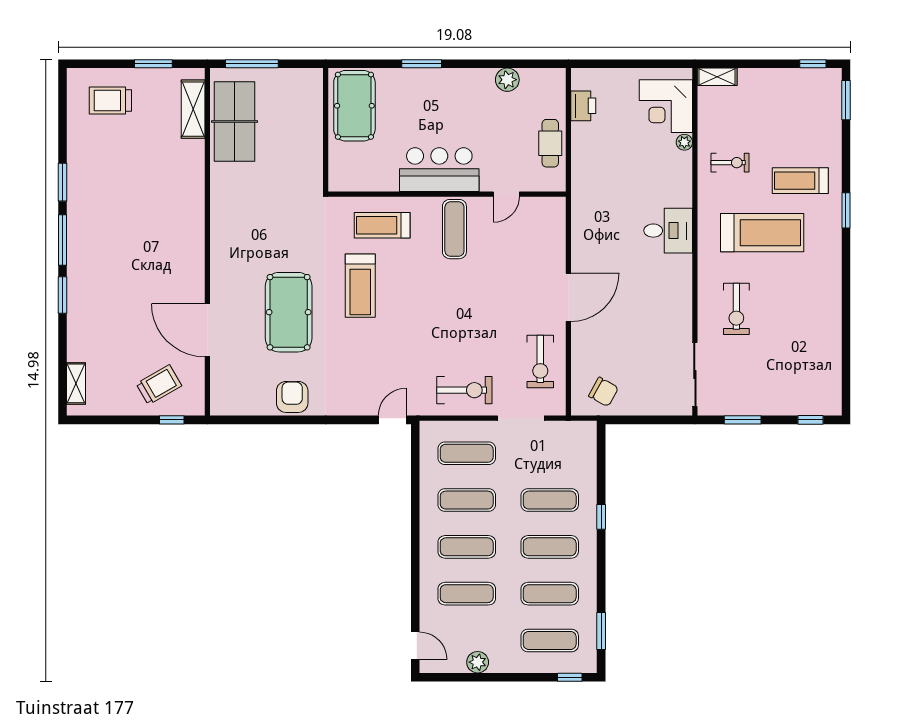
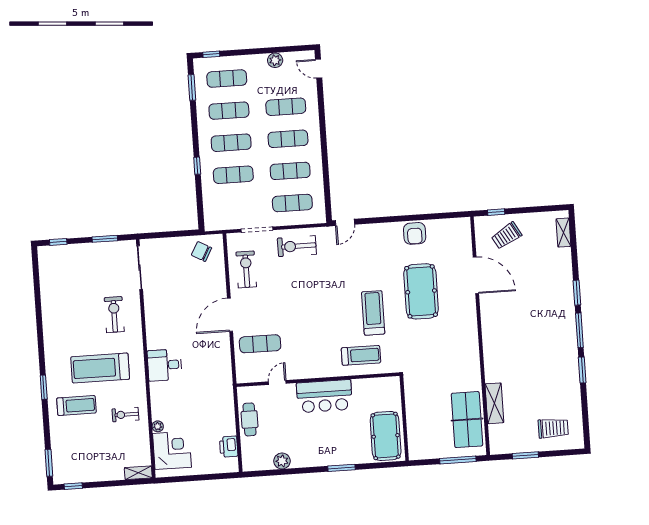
shelving: (193, 109) -> (494, 403), moved
exercise mat: (454, 229) -> (260, 344), moved, turned 90

